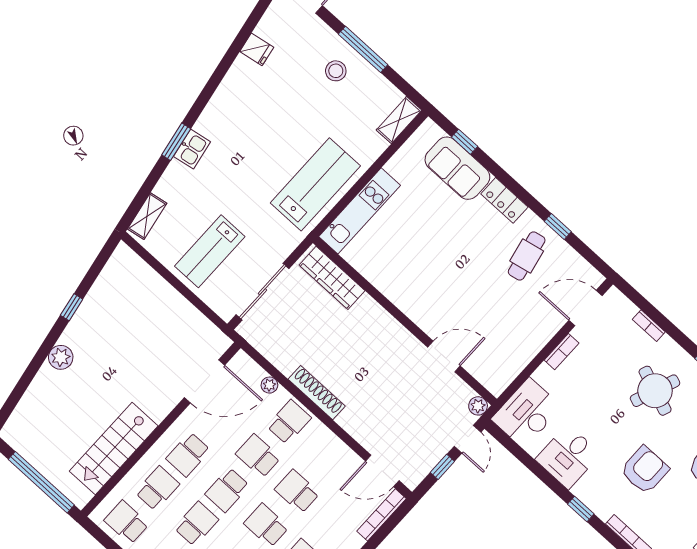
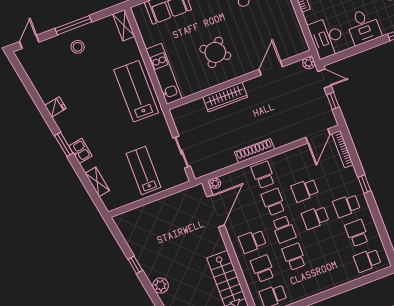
fridge: (257, 49) -> (55, 107), moved
window: (176, 142) -> (64, 144), moved
shelving: (147, 216) -> (97, 182), moved
lab bench: (210, 251) -> (143, 170), turned 180
round table: (426, 268) -> (215, 52), added
wardrobe: (332, 278) -> (225, 97), moved
sliding door: (263, 292) -> (182, 152), width x0.73
plant: (269, 385) -> (215, 183), moved
school desk: (188, 454) -> (252, 241), turned 90
school desk: (258, 456) -> (273, 202), turned 90

